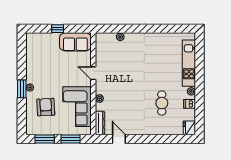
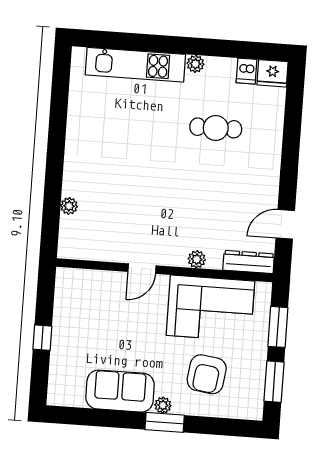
sofa: (75, 42) -> (120, 391), moved, turned -90
dishwasher: (190, 104) -> (247, 71), moved
armchair: (46, 107) -> (207, 374), turned -79

